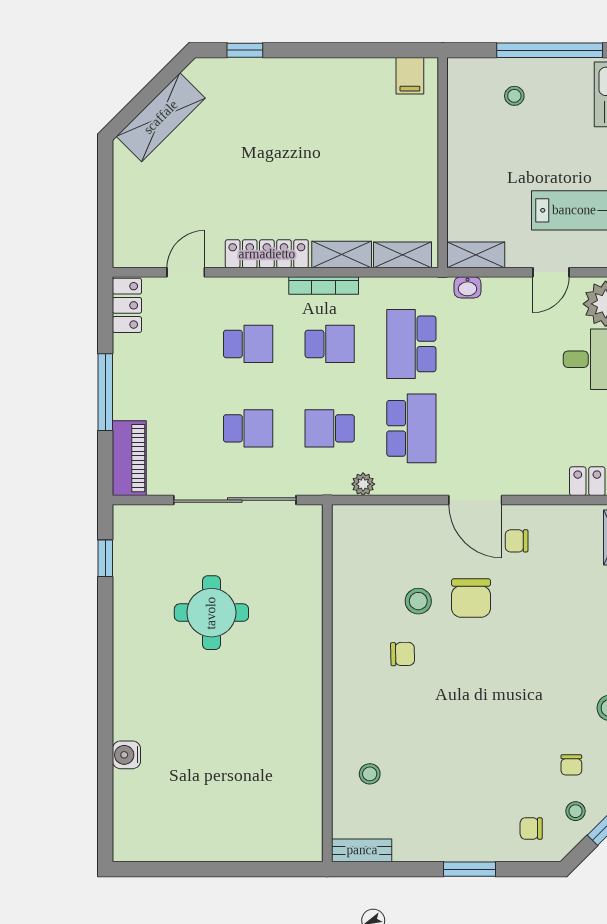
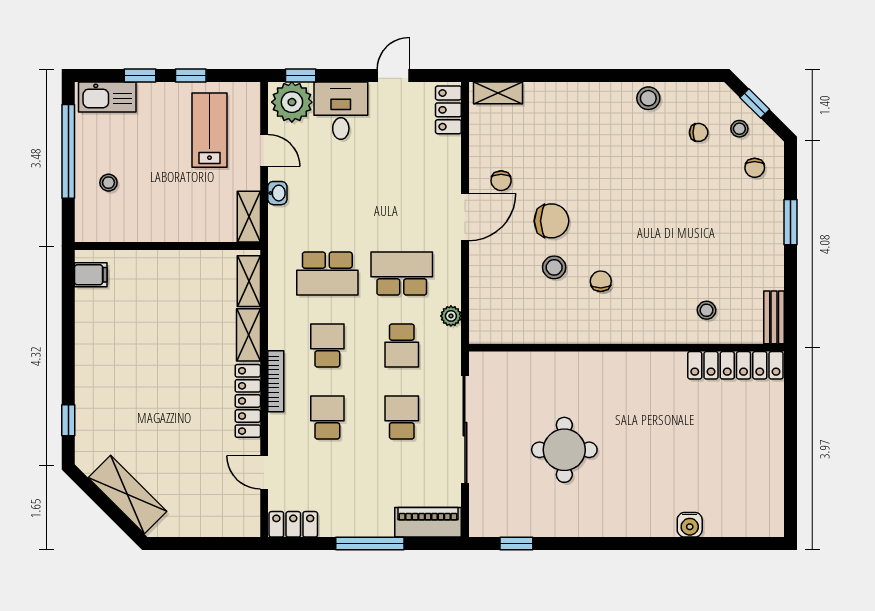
bookcase: (324, 285) -> (276, 381), moved
washbasin: (467, 287) -> (277, 193), moved
locker: (307, 807) -> (735, 365), added

